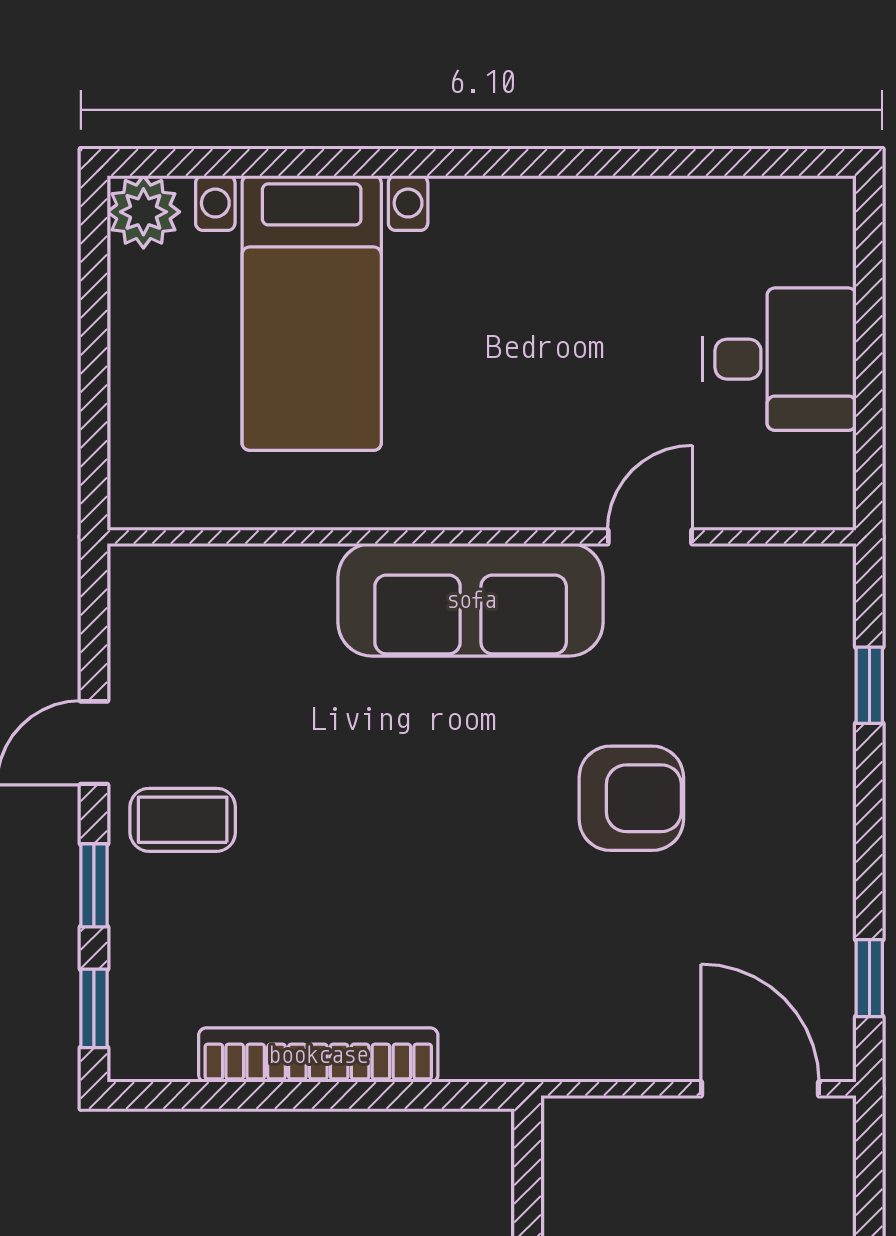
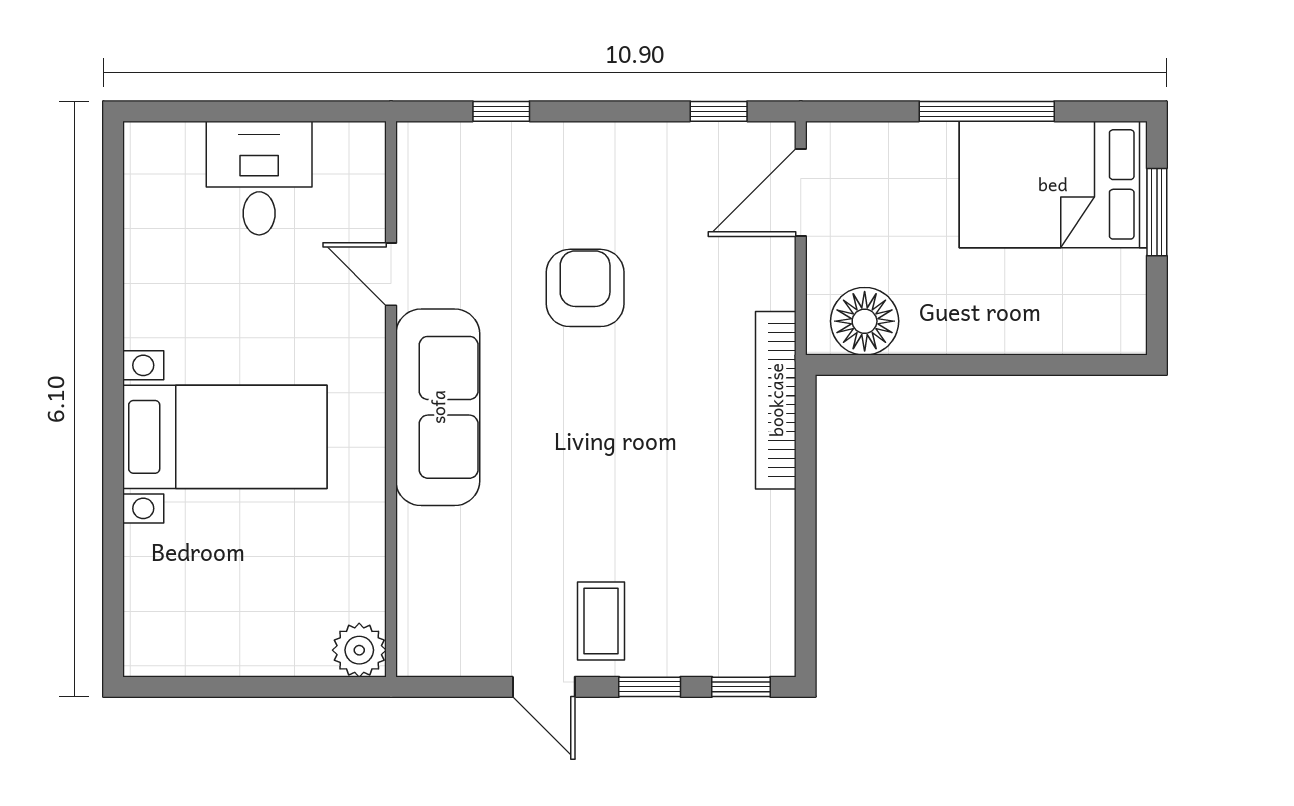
plant: (143, 212) -> (359, 650), moved
bed with nightstands: (312, 313) -> (225, 437), moved
bookcase: (318, 1055) -> (776, 400), moved
floor lamp: (587, 1175) -> (865, 321), added

